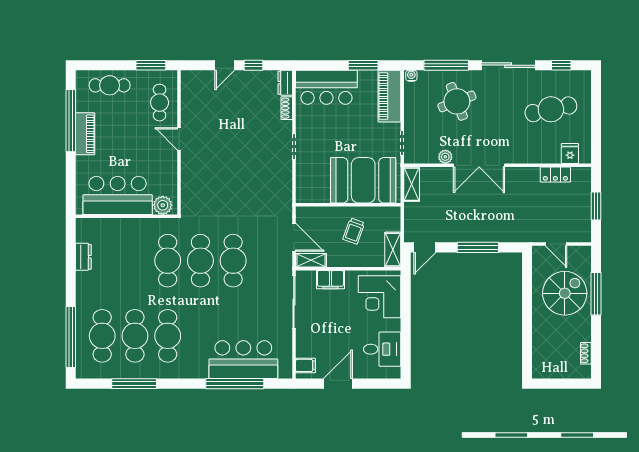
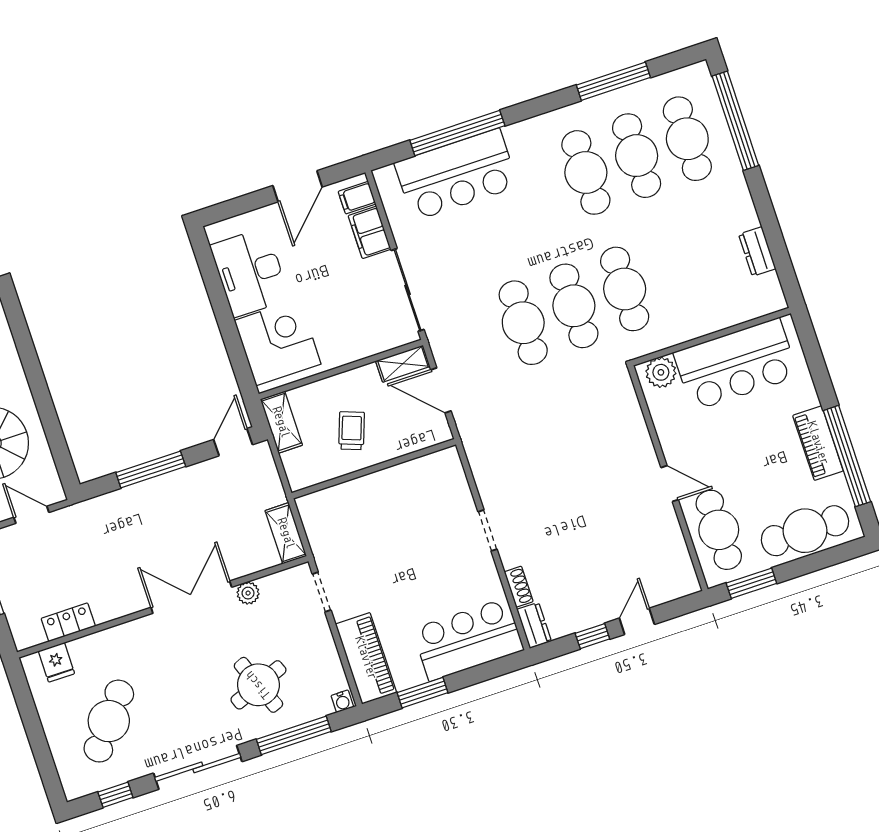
cafe table: (110, 85) -> (805, 531), width x1.37, depth x1.35
cafe table: (160, 103) -> (719, 530), width x1.37, depth x1.35
cafe table: (551, 109) -> (109, 721), turned -39
booth: (363, 180) -> (363, 514), removed
filing cabinet: (330, 280) -> (370, 232), moved, turned -90
desk: (382, 349) -> (250, 272), width x1.37

